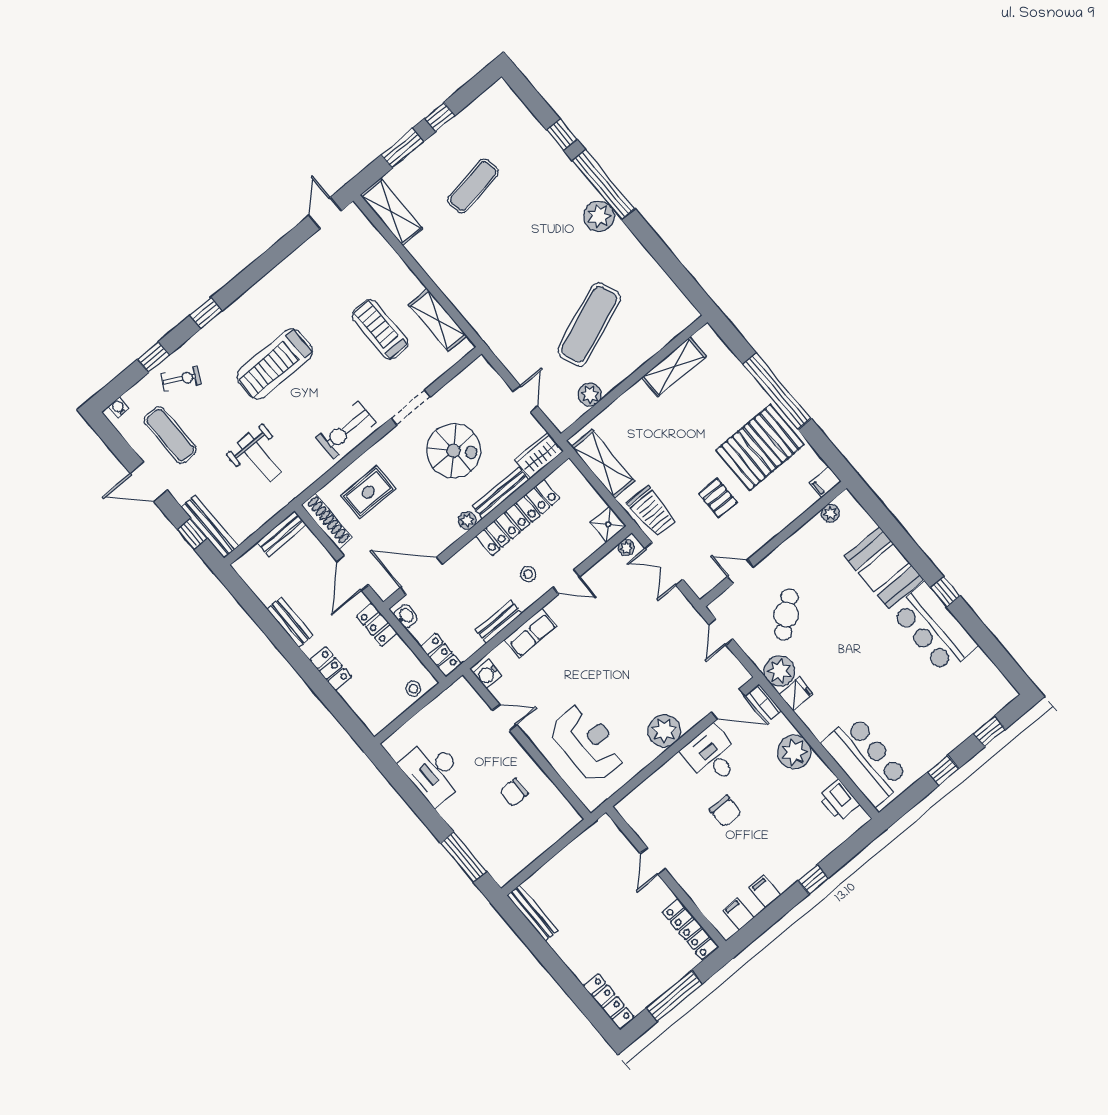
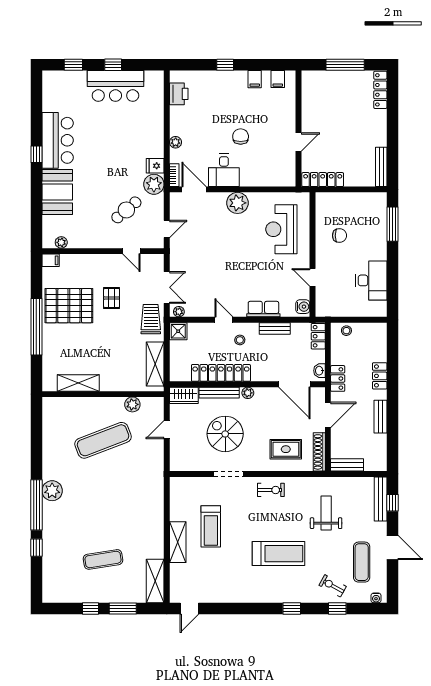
shelving: (438, 320) -> (178, 542), moved
exercise bike: (346, 430) -> (271, 490), width x0.73, depth x0.72
plant: (794, 752) -> (176, 142), width x0.53, depth x0.53
bar counter: (865, 761) -> (115, 86), moved, turned -90
locker: (690, 929) -> (323, 180), moved, turned -90

